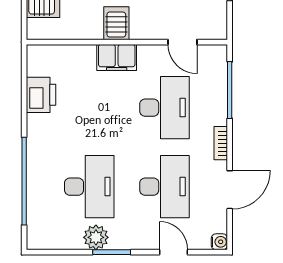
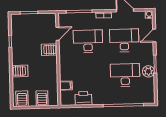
server rack: (116, 23) -> (49, 50), moved
filing cabinet: (117, 57) -> (66, 86), moved, width x0.50

